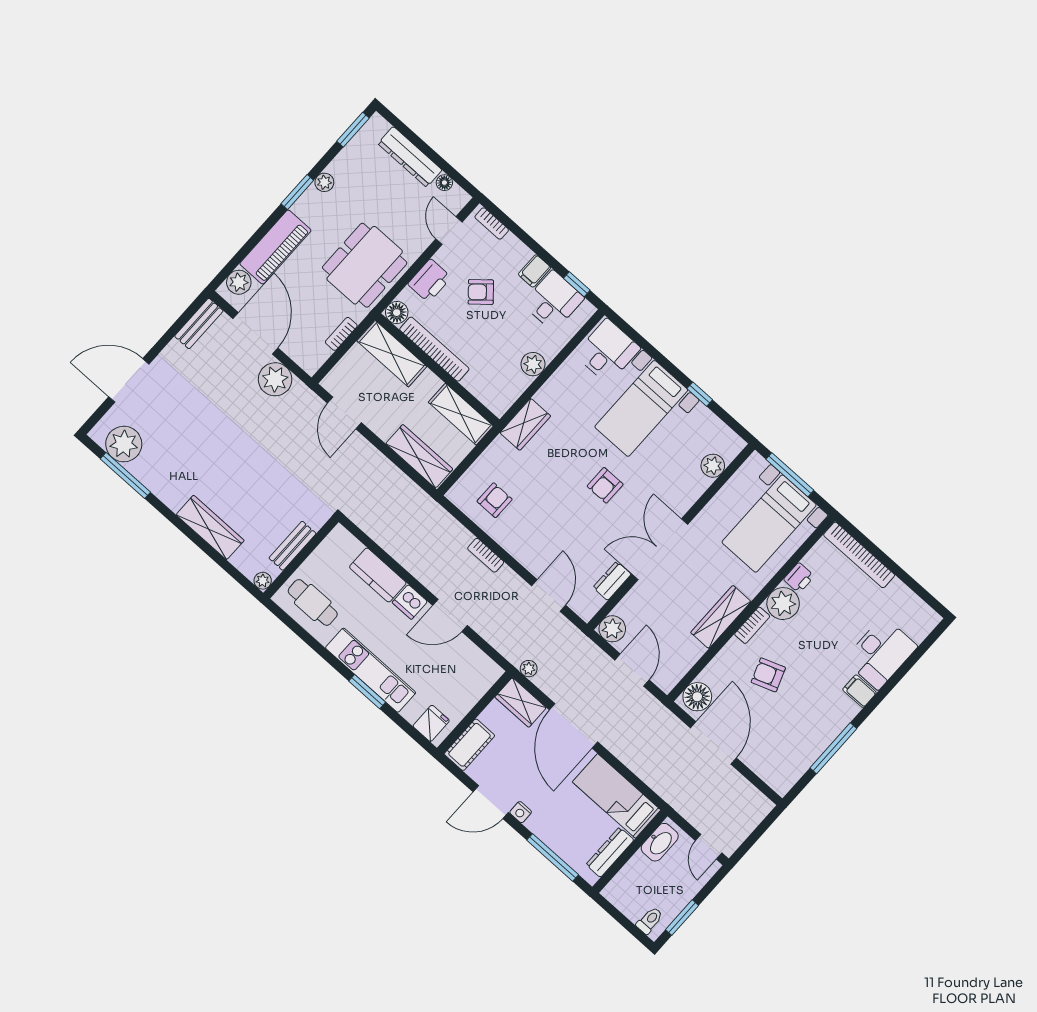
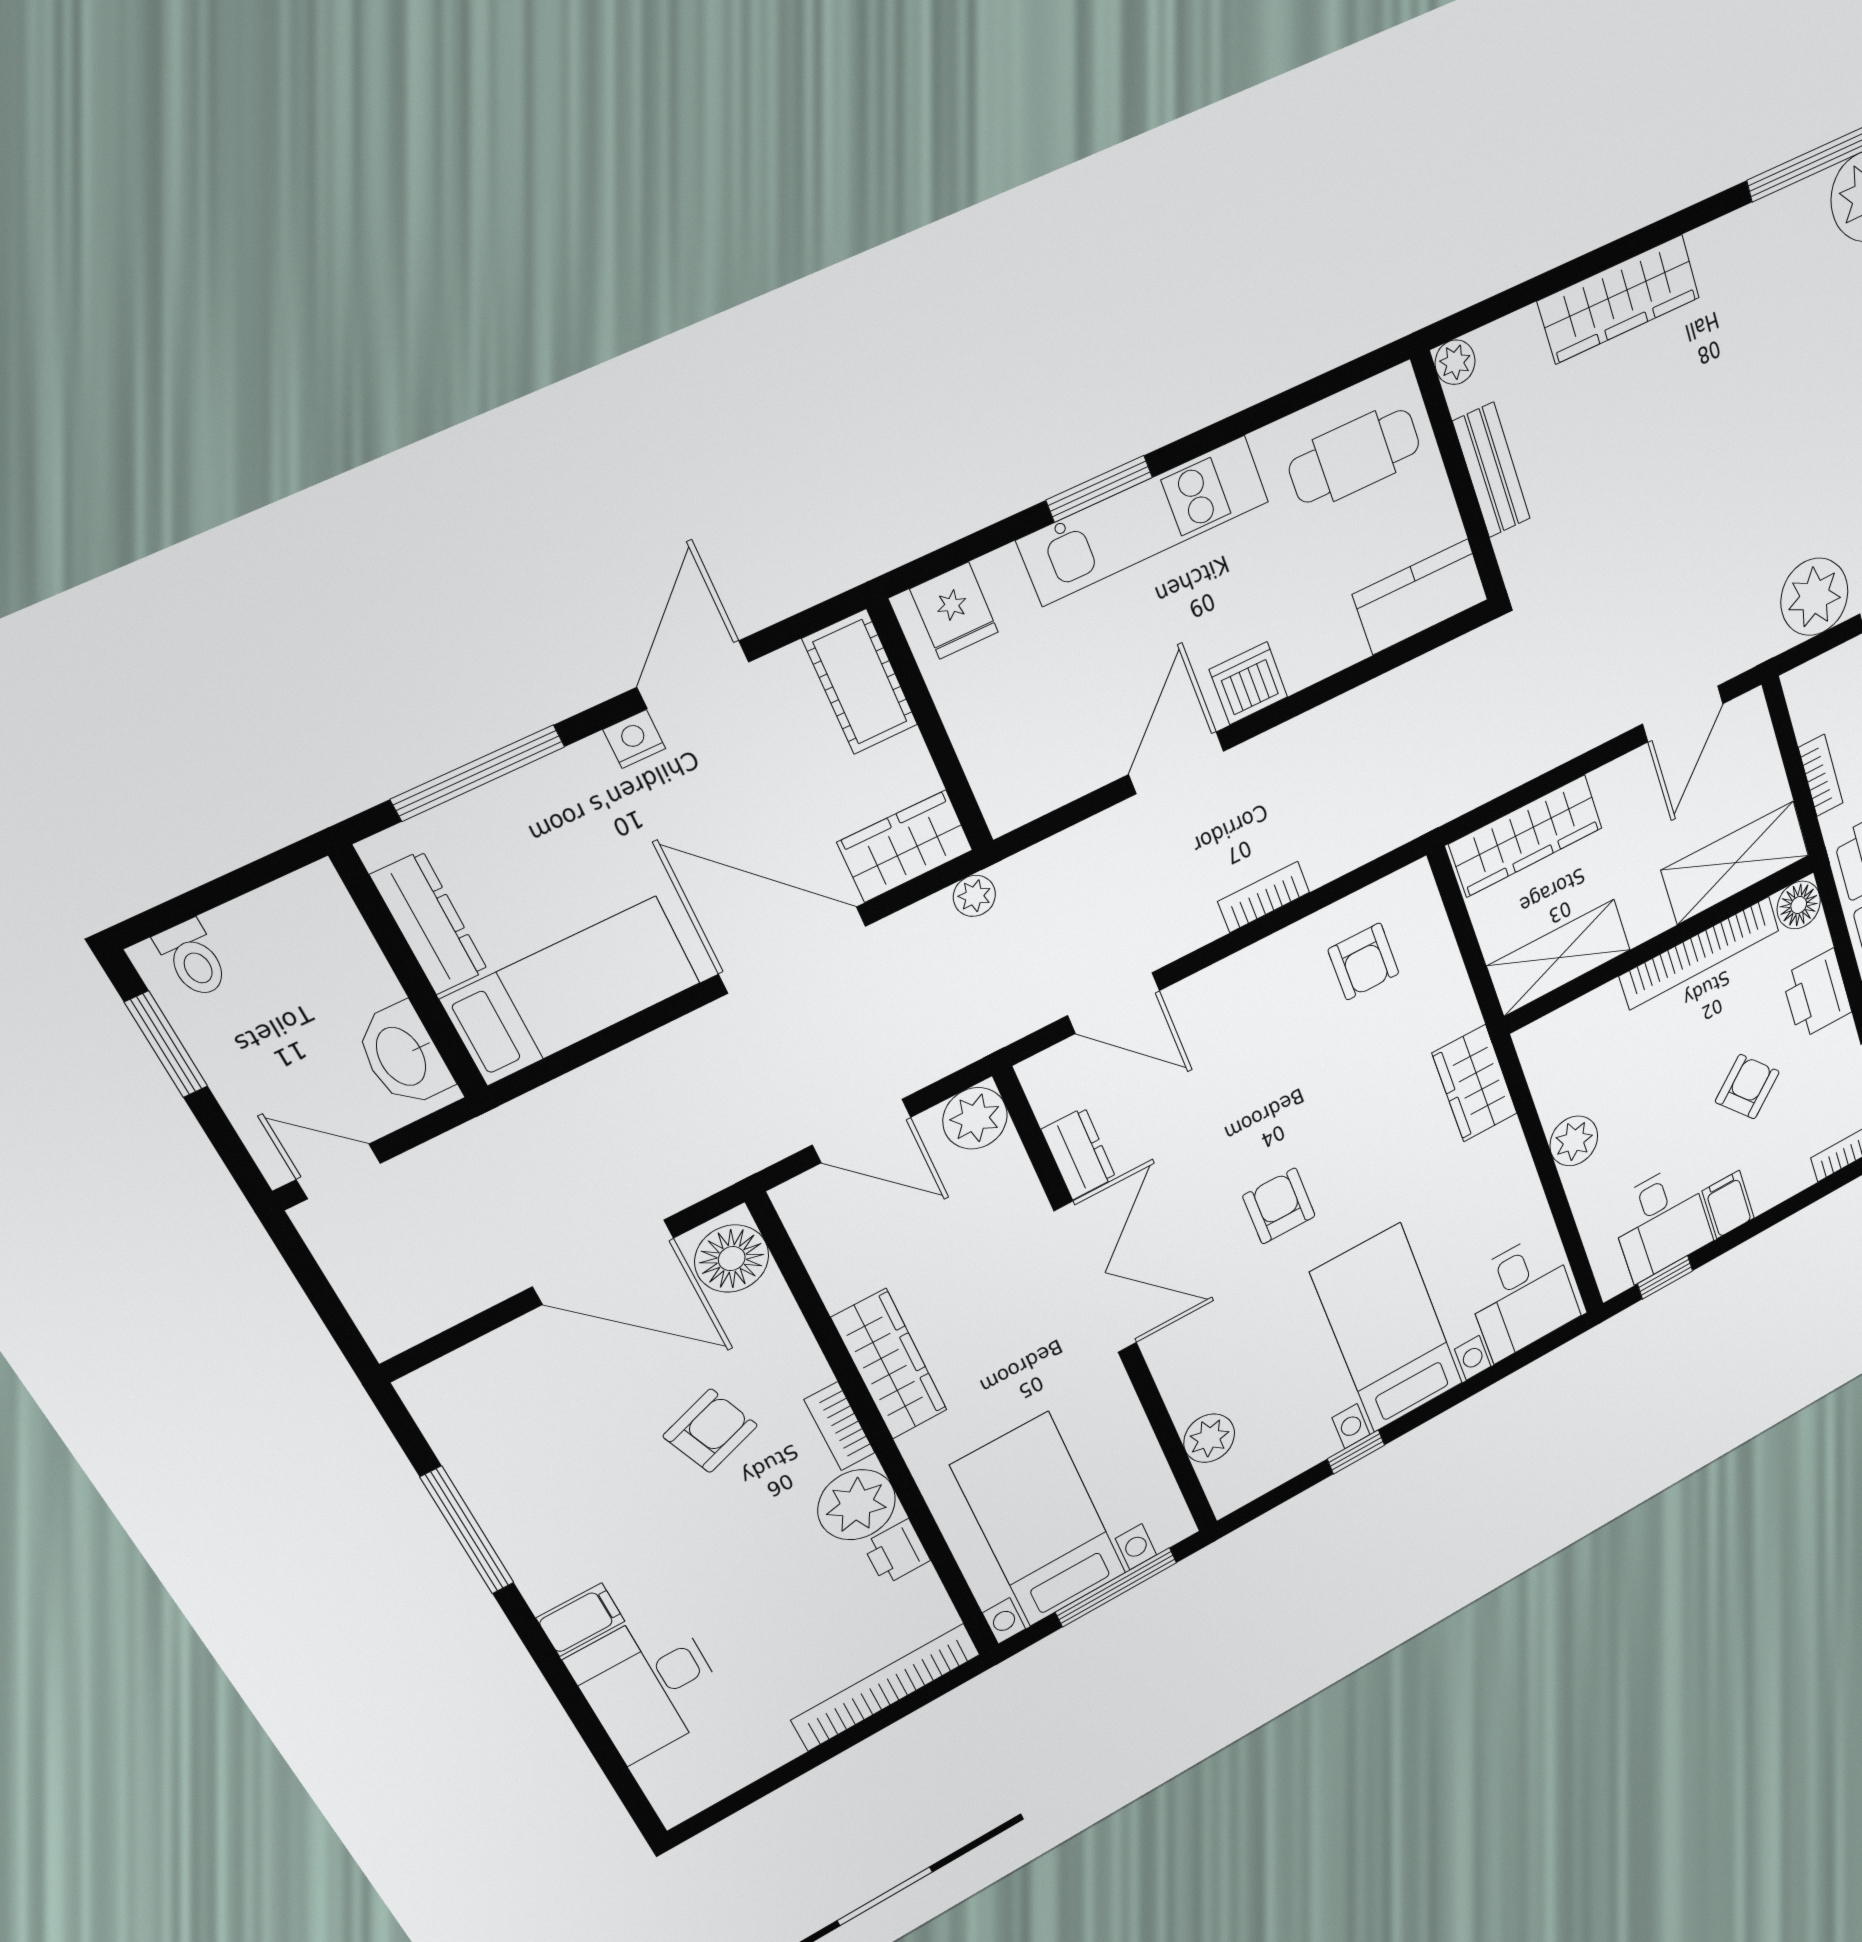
door: (344, 413) -> (1683, 714), swing flipped
kitchen counter: (378, 575) -> (1420, 597), moved

